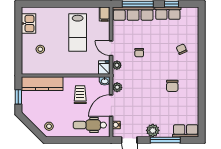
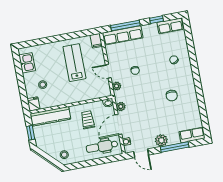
row of seats: (168, 13) -> (170, 26), moved
lab bench: (78, 33) -> (74, 63), turned 180
fridge: (104, 68) -> (34, 104), moved

